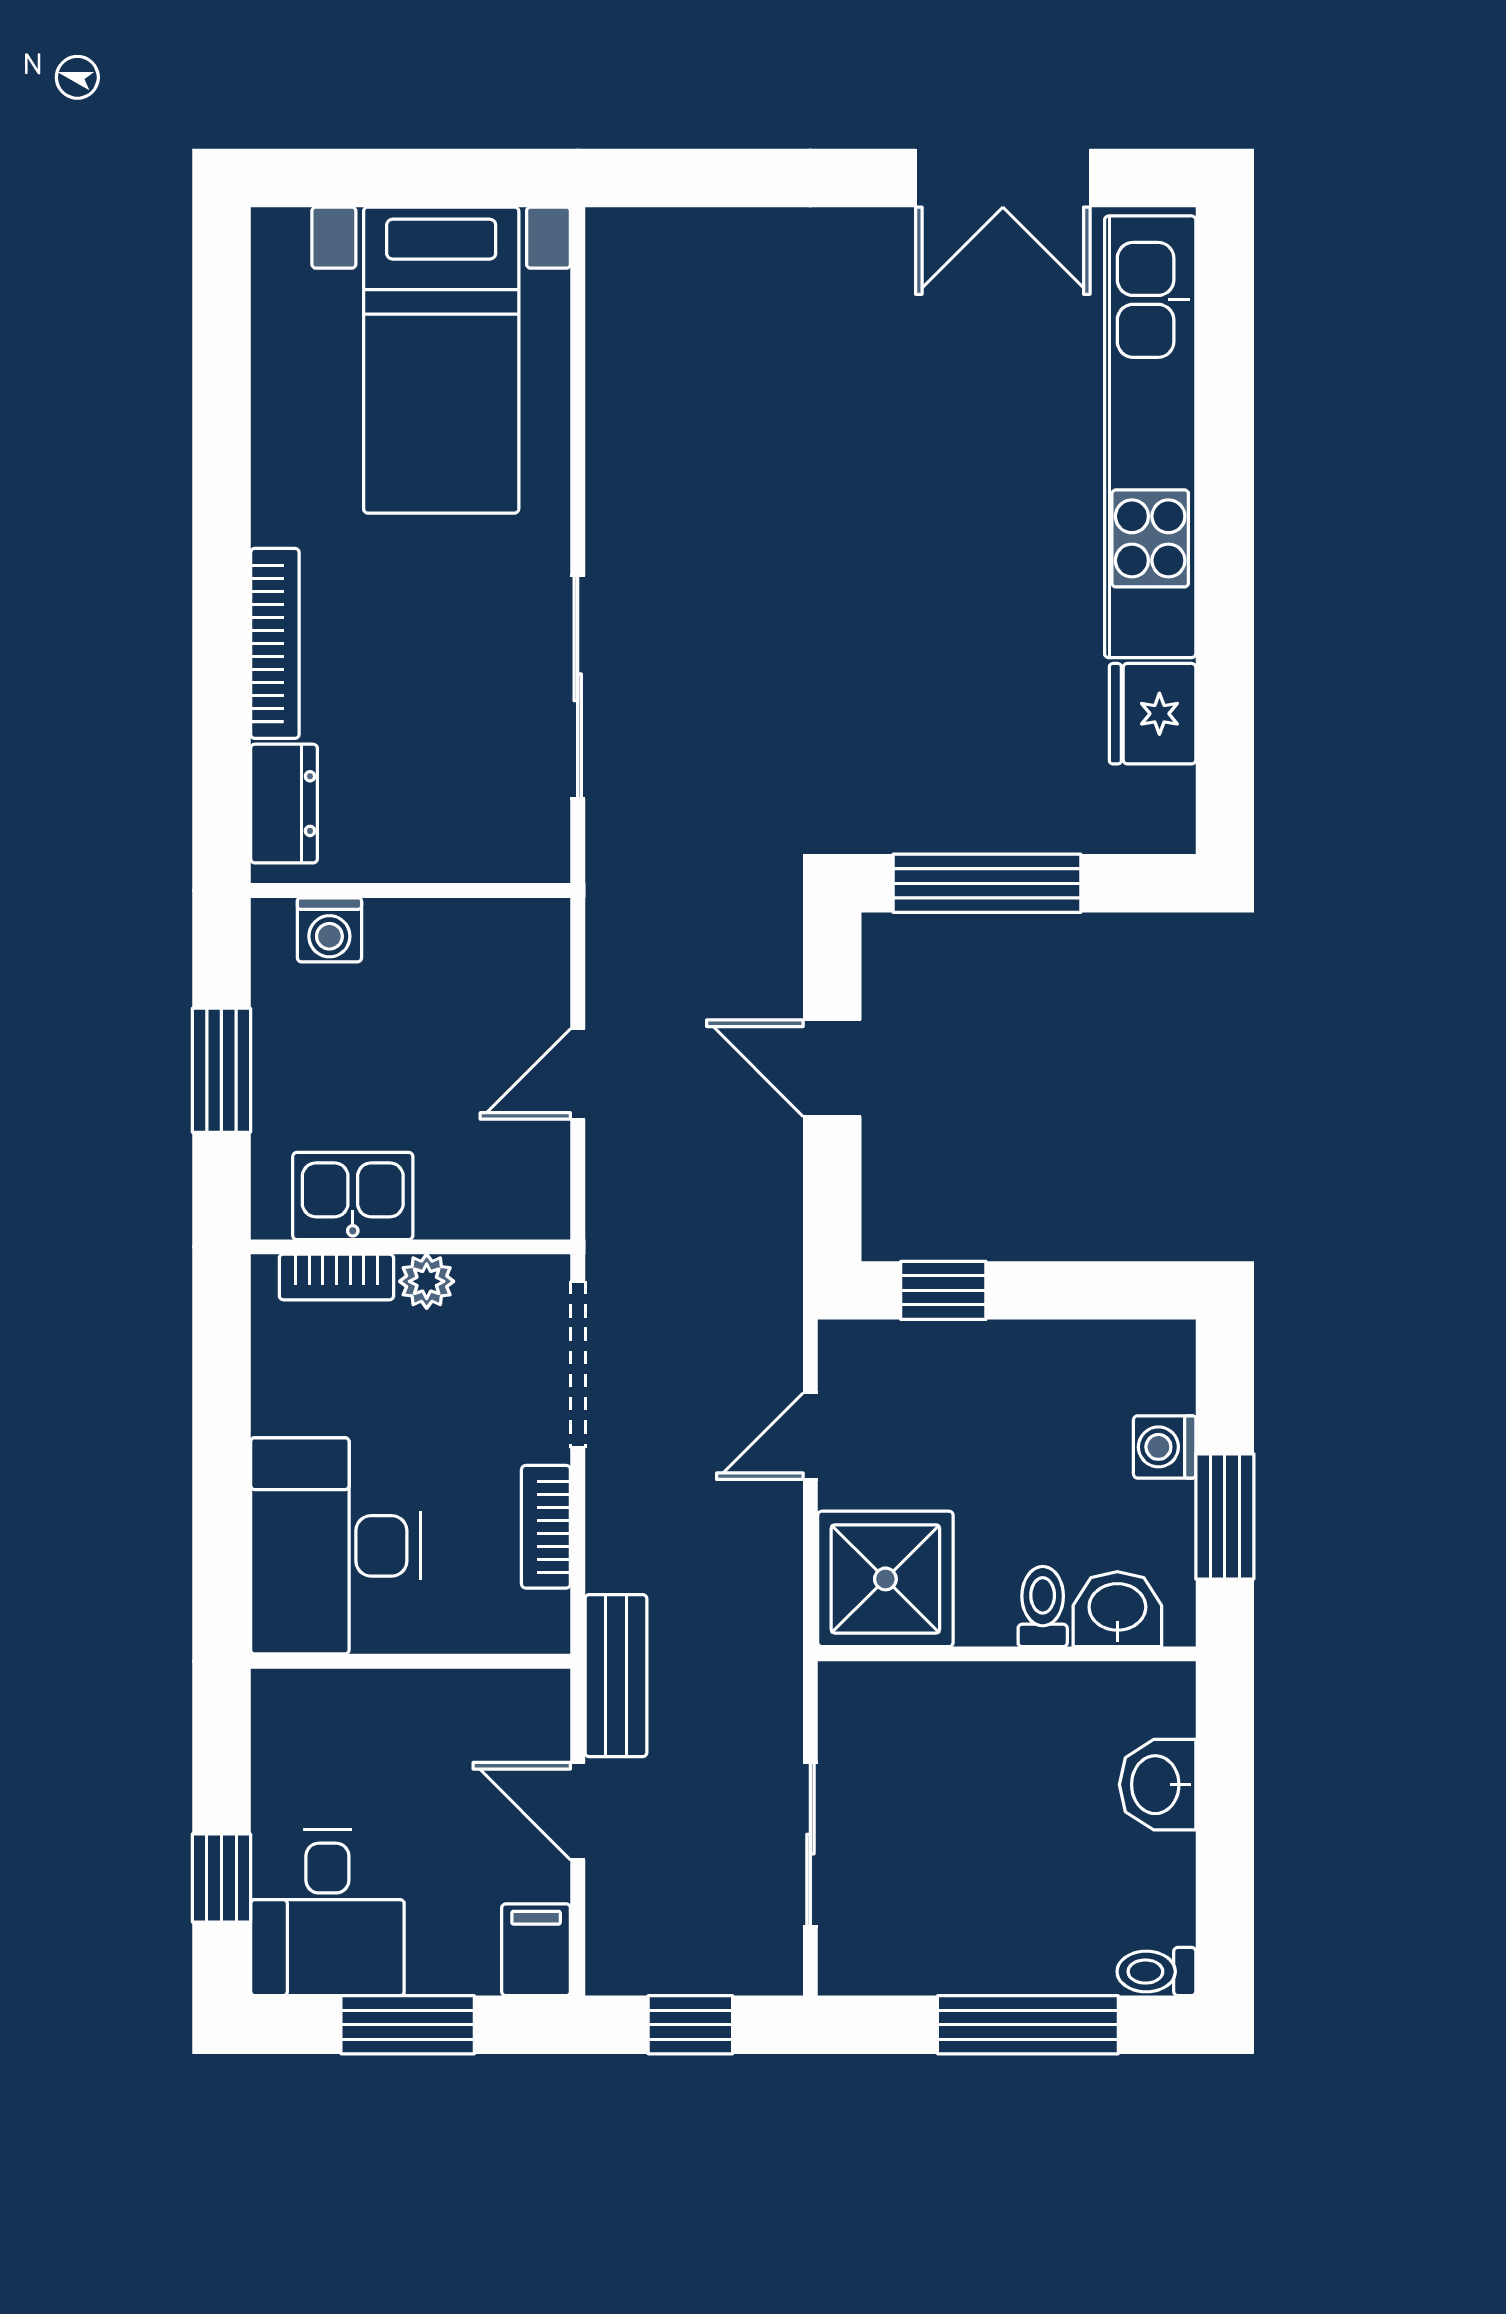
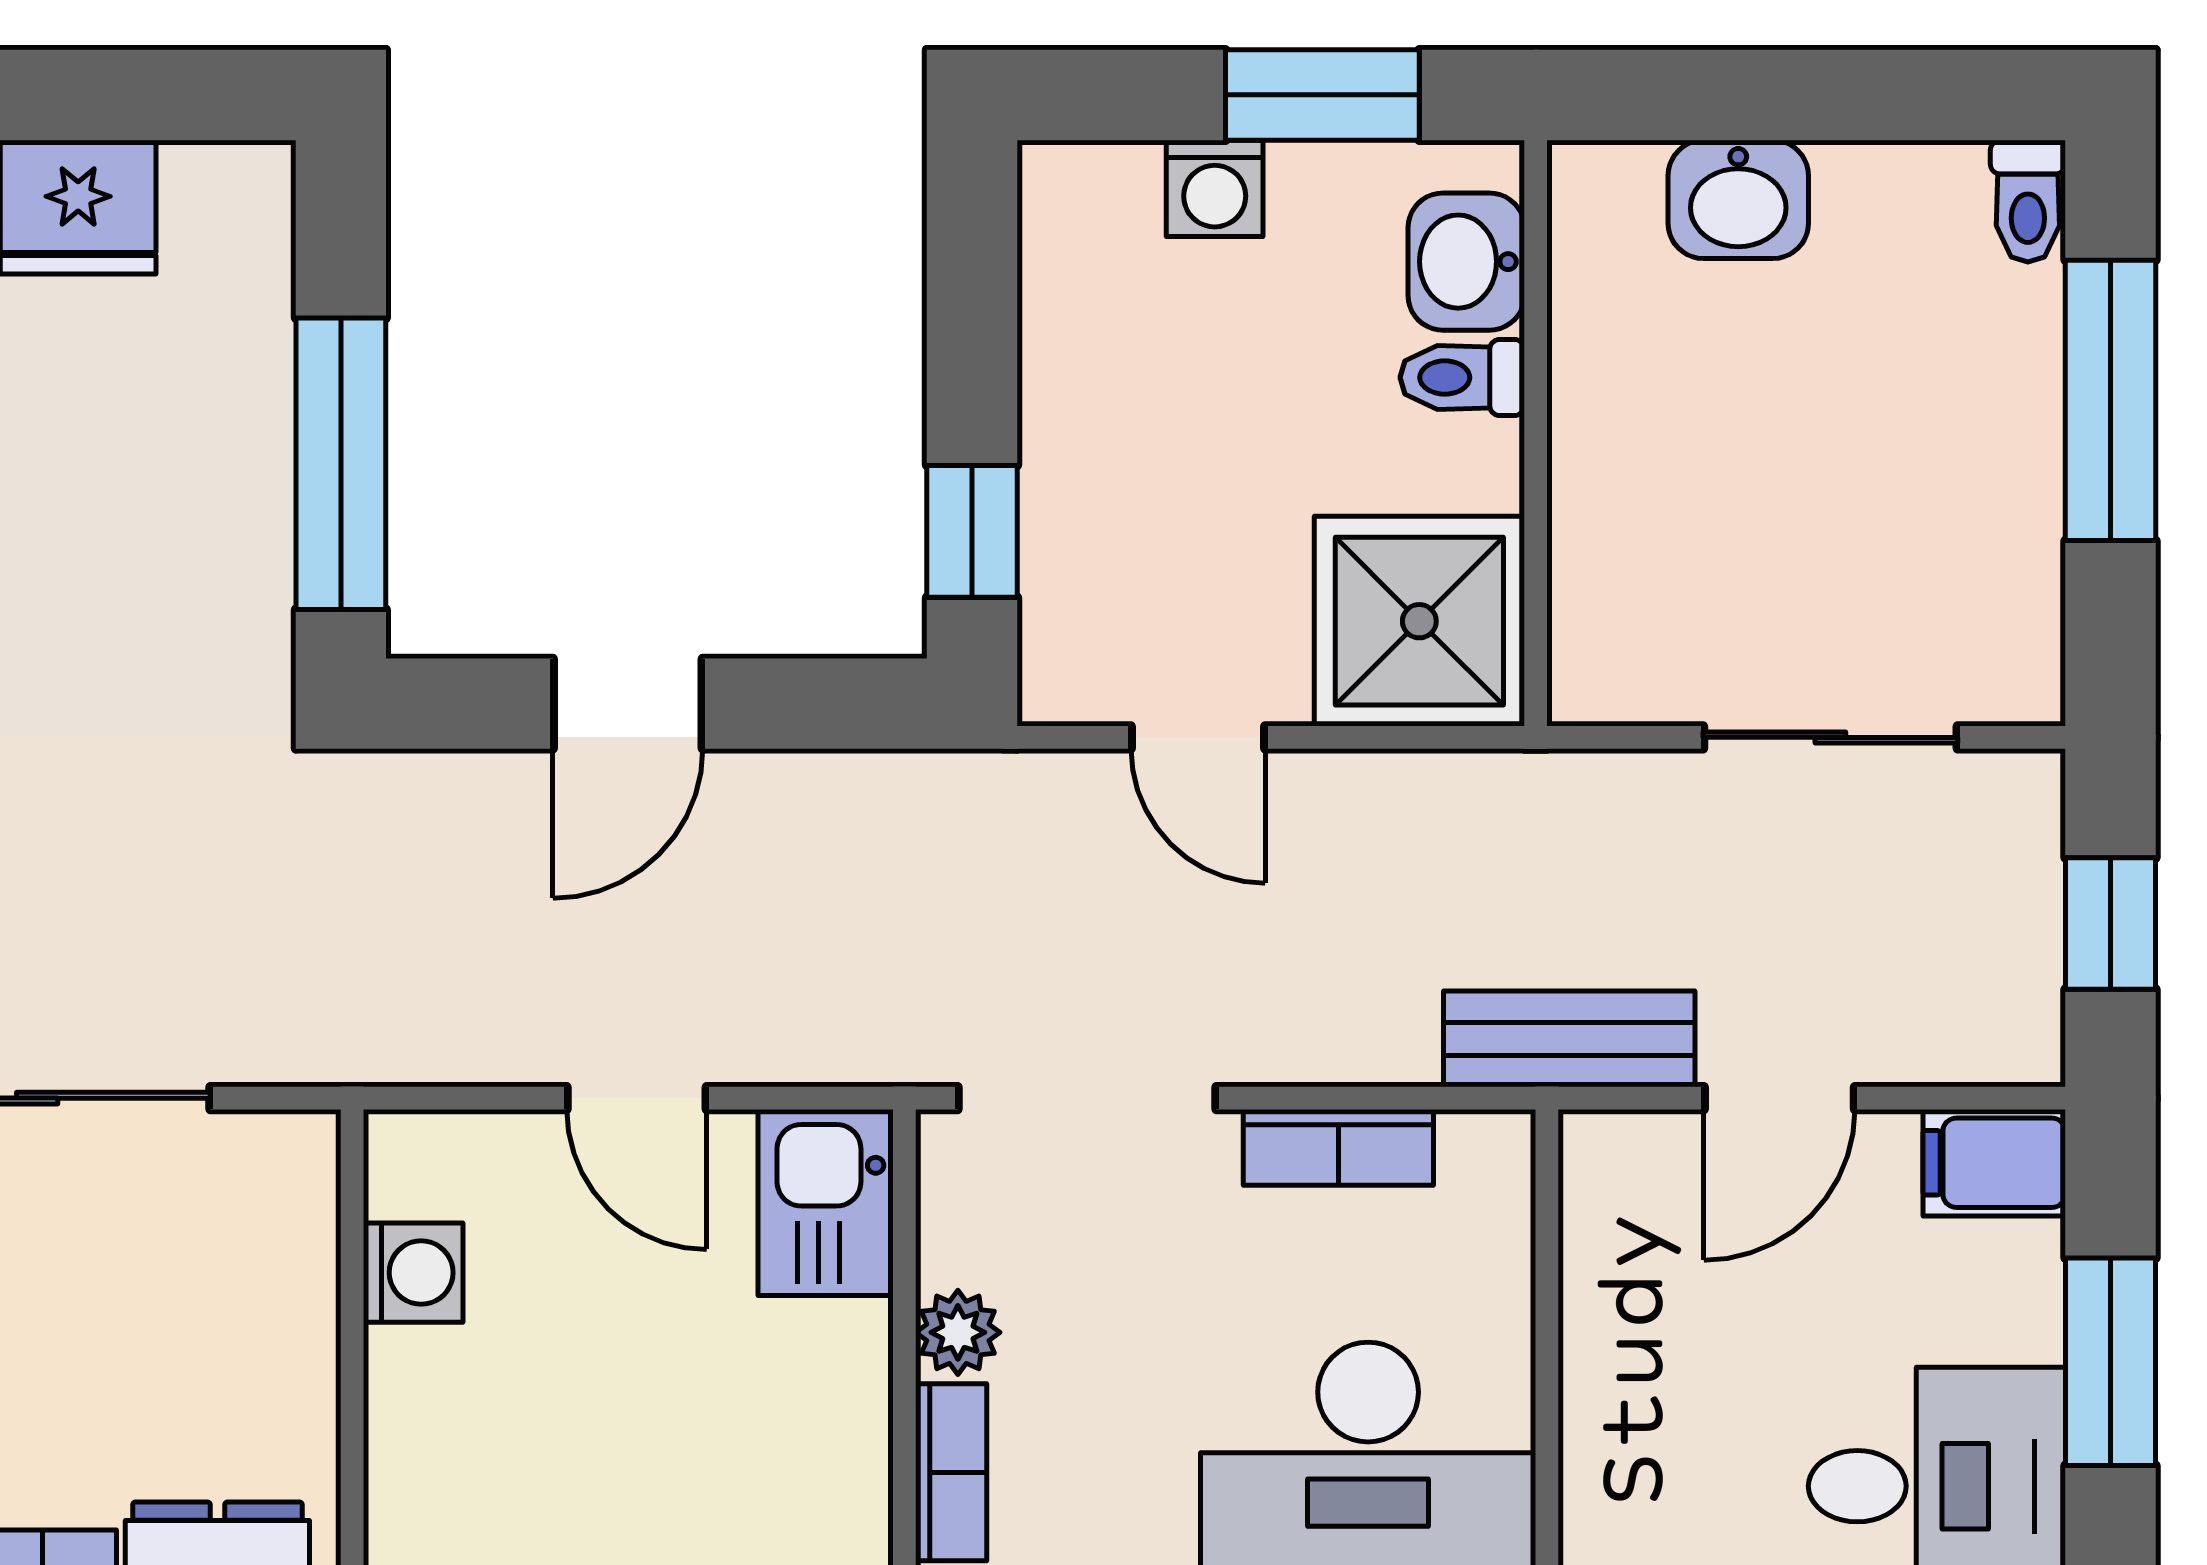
washing machine: (329, 930) -> (413, 1273), moved
kitchen sink: (353, 1196) -> (826, 1202), moved

